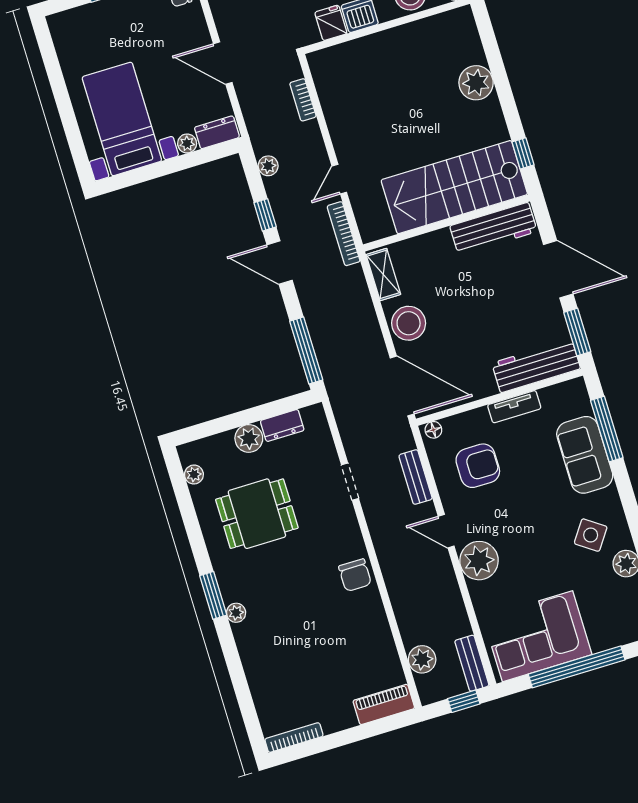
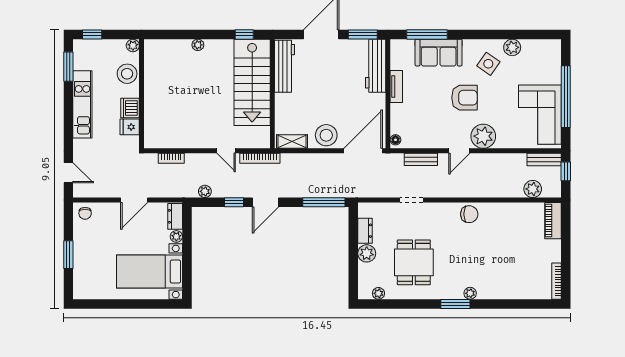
plant: (476, 83) -> (198, 45), width x0.53, depth x0.53
armchair: (478, 466) -> (464, 98), moved, turned 90

